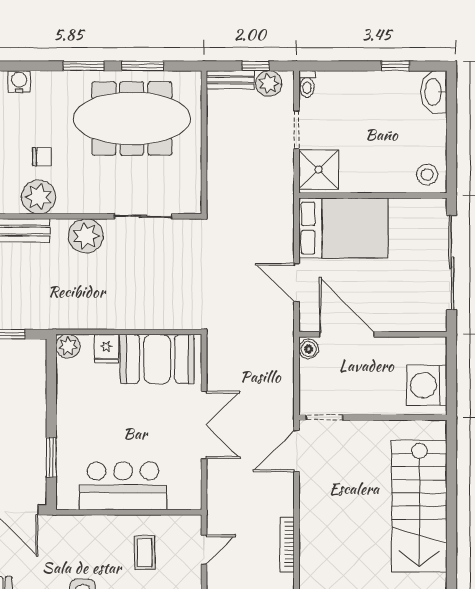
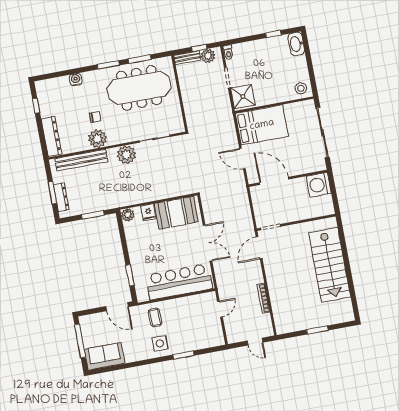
boiler: (309, 349) -> (255, 192), removed
washing machine: (427, 385) -> (319, 185), moved
bar counter: (123, 486) -> (179, 282), width x1.36
coffee table: (145, 553) -> (155, 317), moved

